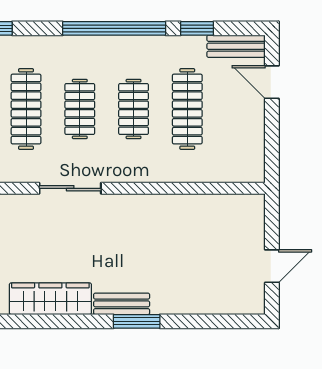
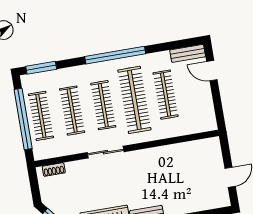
window: (197, 28) -> (163, 47), removed
clothes rail: (80, 109) -> (103, 105), width x1.36
clothes rail: (134, 109) -> (134, 100), width x1.86, depth x1.31

